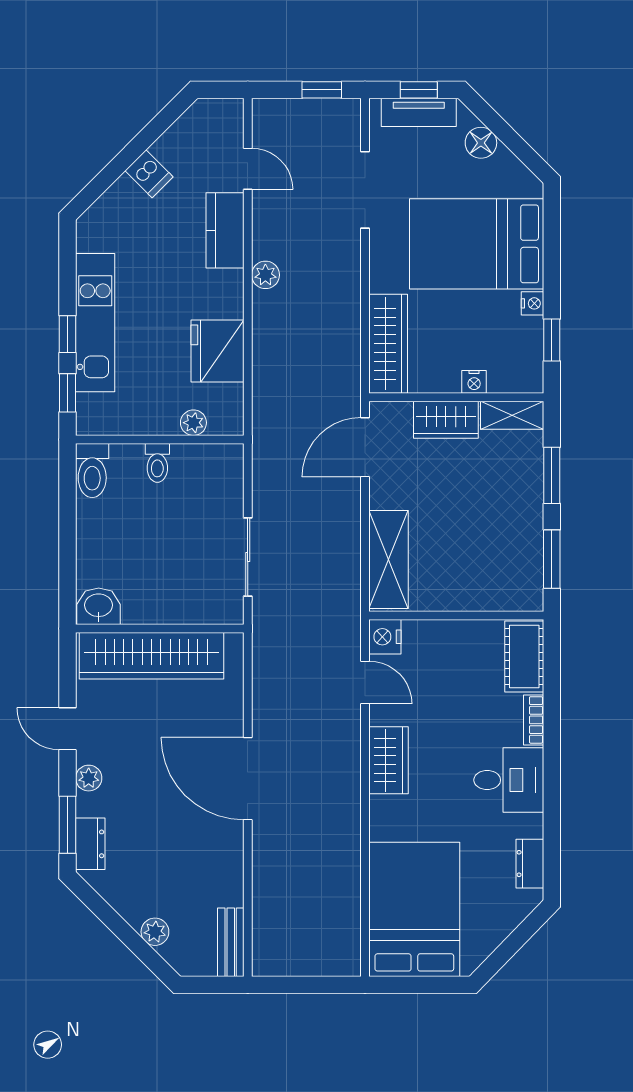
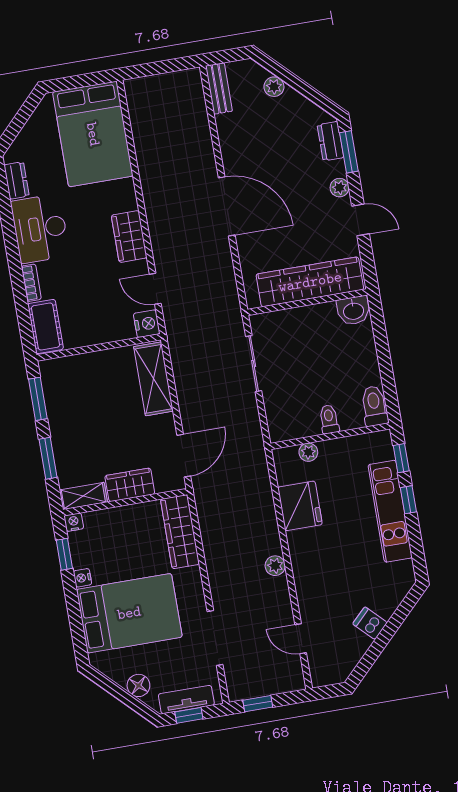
kitchen counter: (225, 230) -> (309, 592), removed
nightstand: (474, 382) -> (74, 522), moved
desk: (509, 780) -> (40, 229), width x1.37

